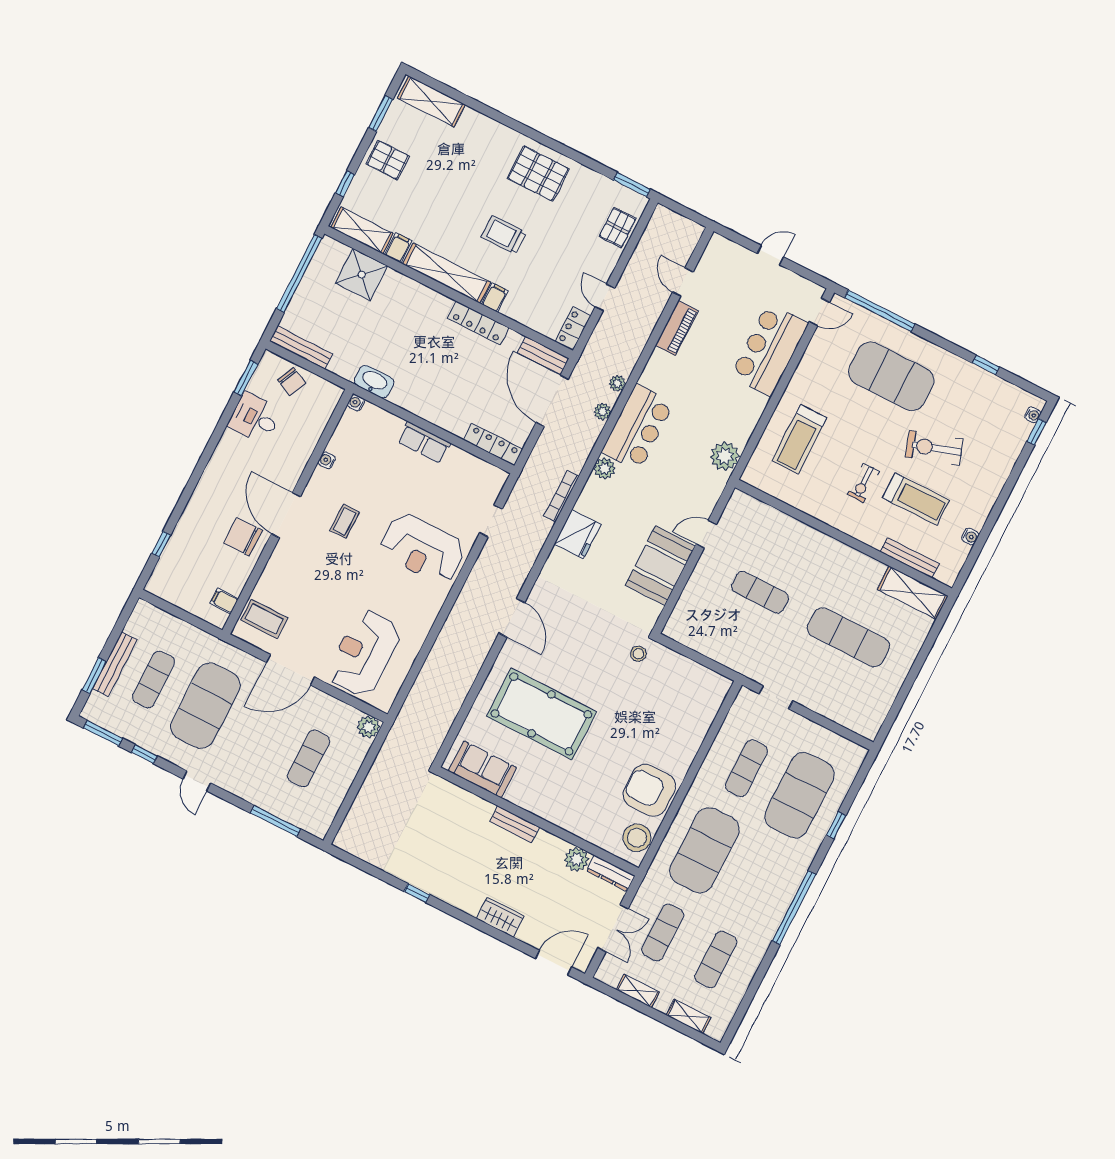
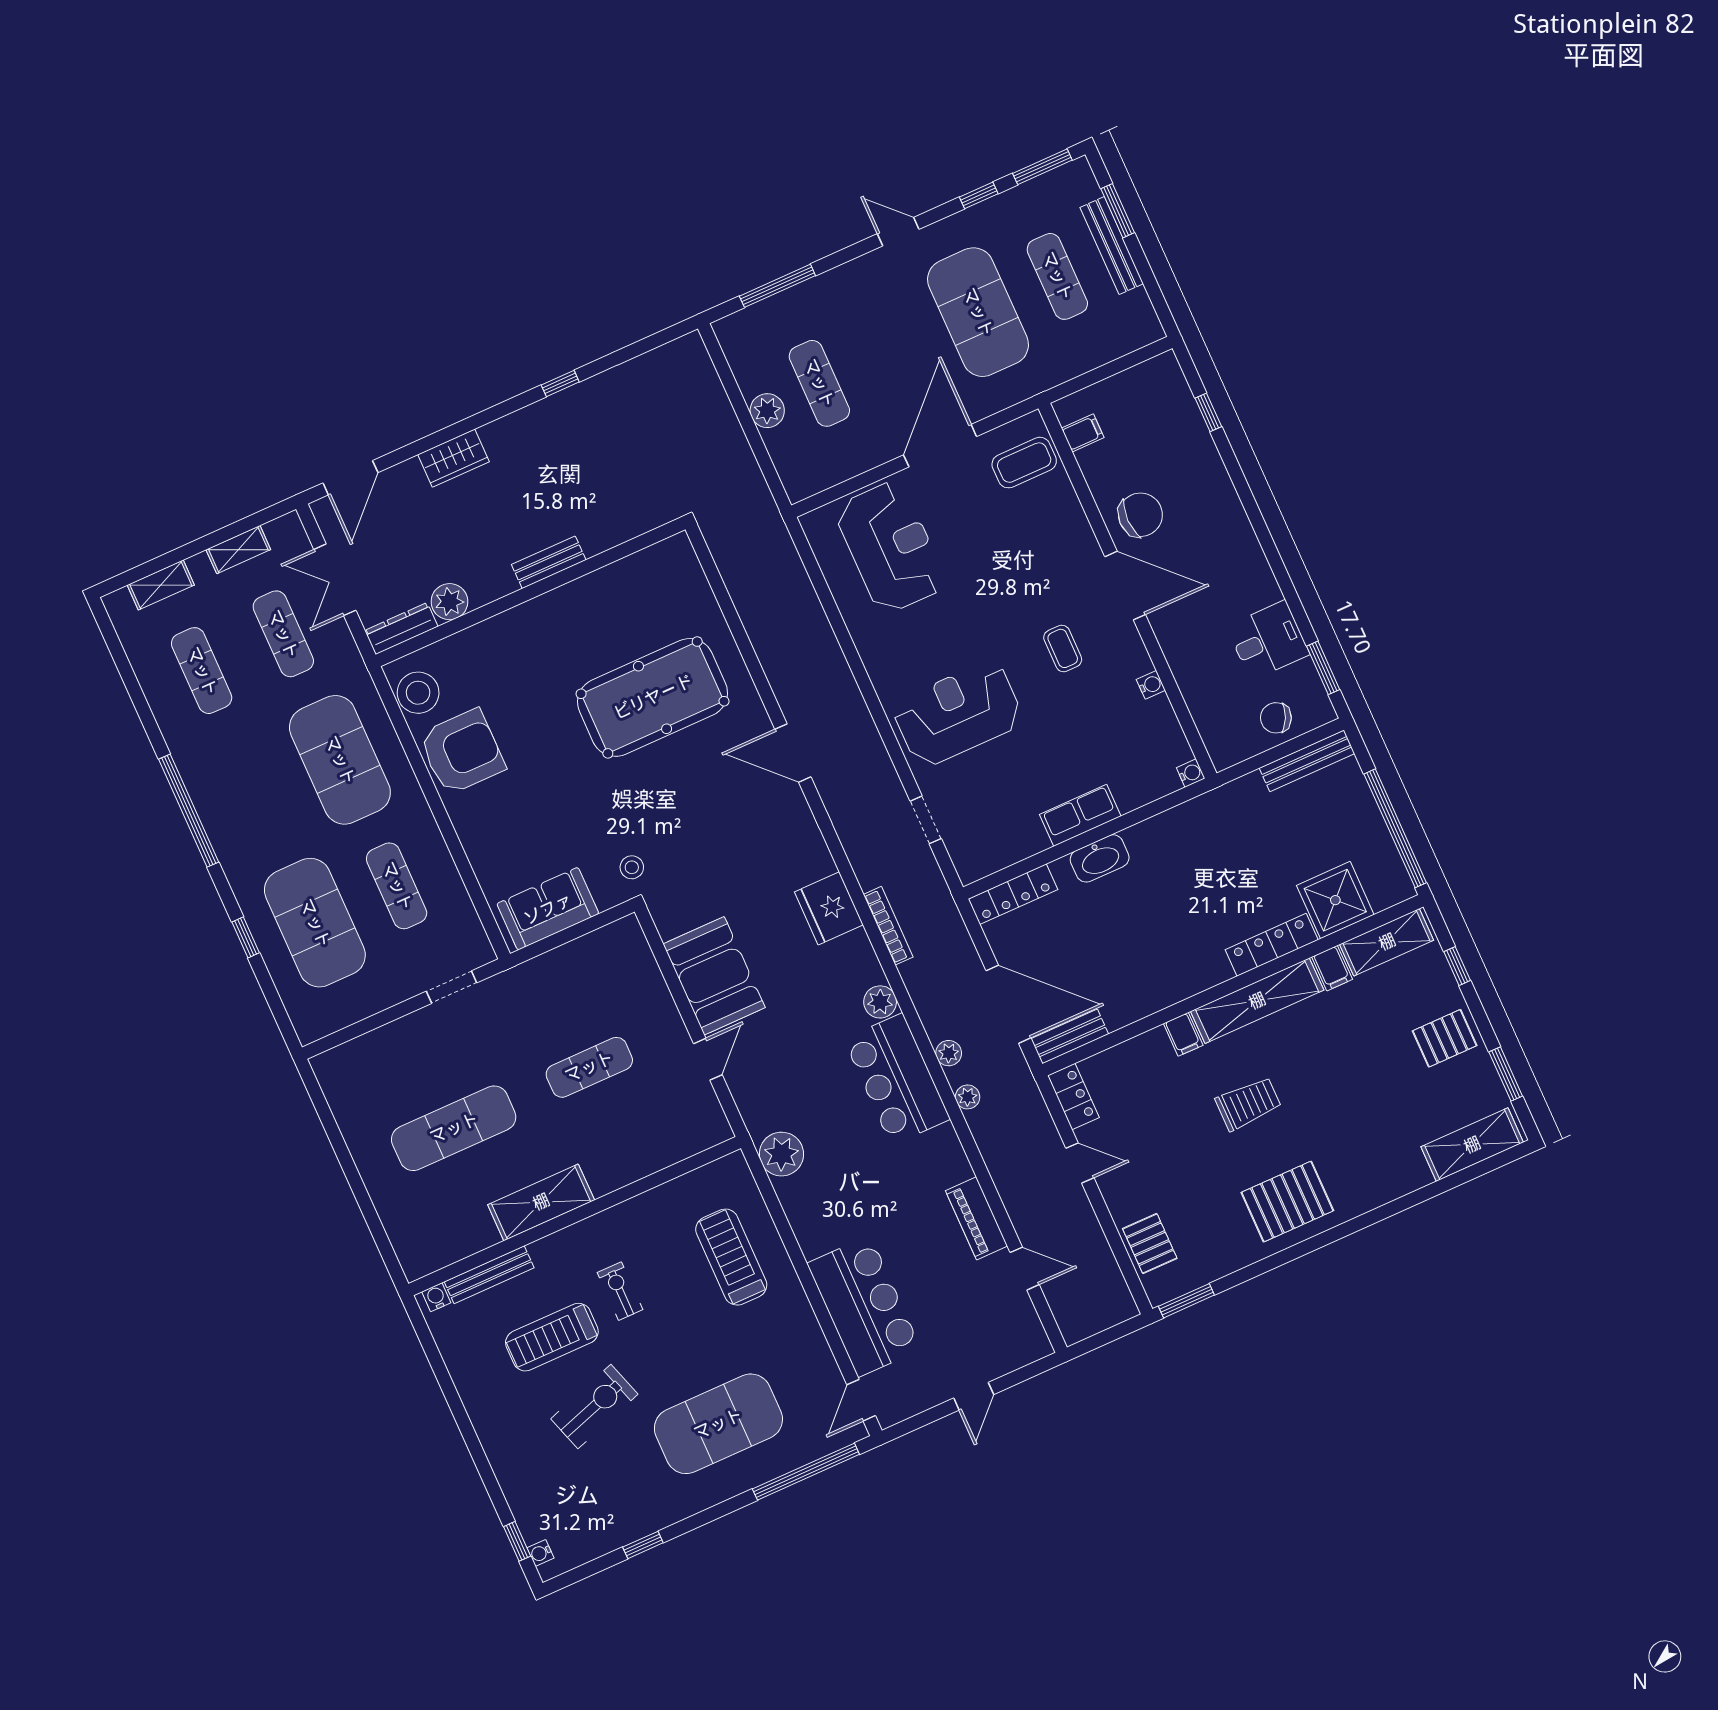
locker: (478, 323) -> (1272, 945), moved
washbasin: (374, 382) -> (1100, 858), moved
water cooler: (970, 537) -> (436, 1297), moved, turned 90
shelving: (913, 593) -> (541, 1202), moved
plant: (369, 727) -> (767, 411), moved
sofa: (482, 769) -> (548, 909), moved, turned 180

